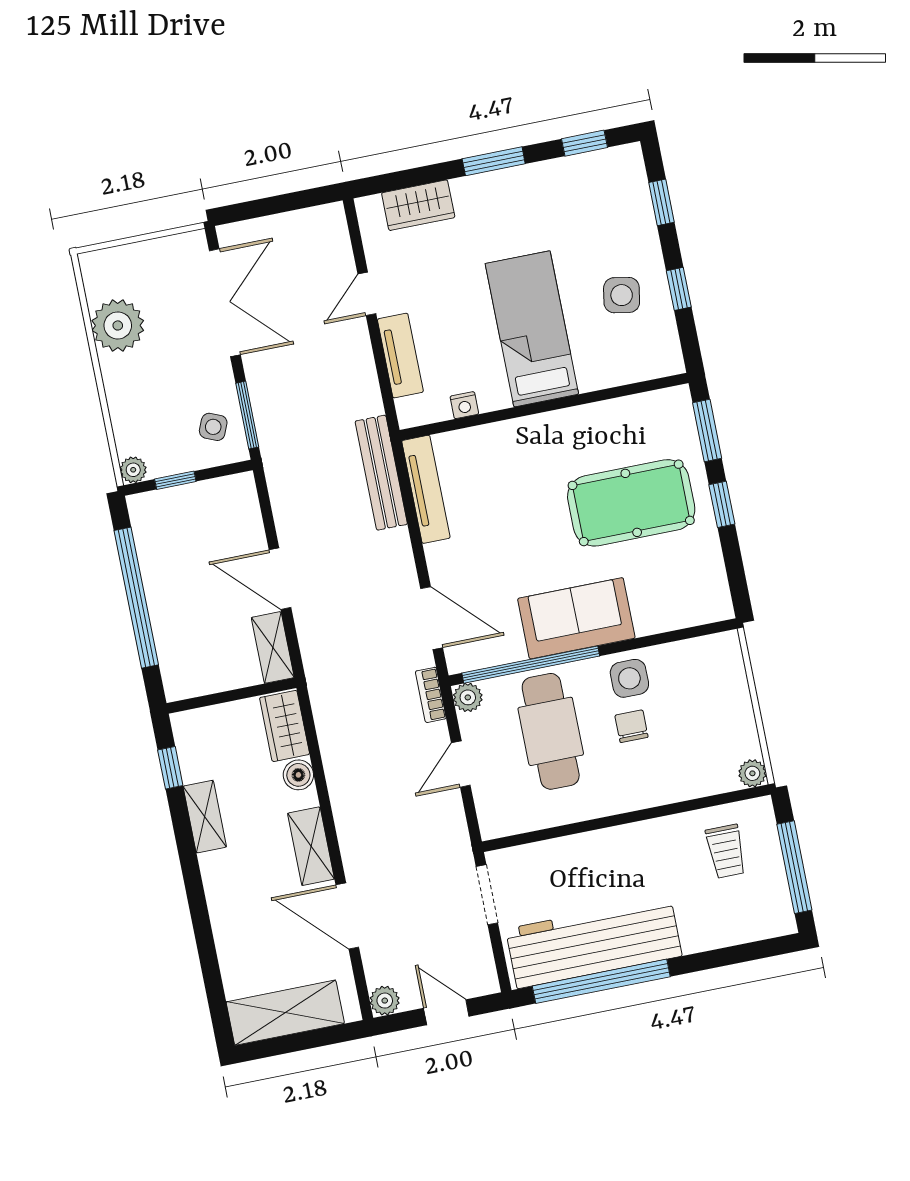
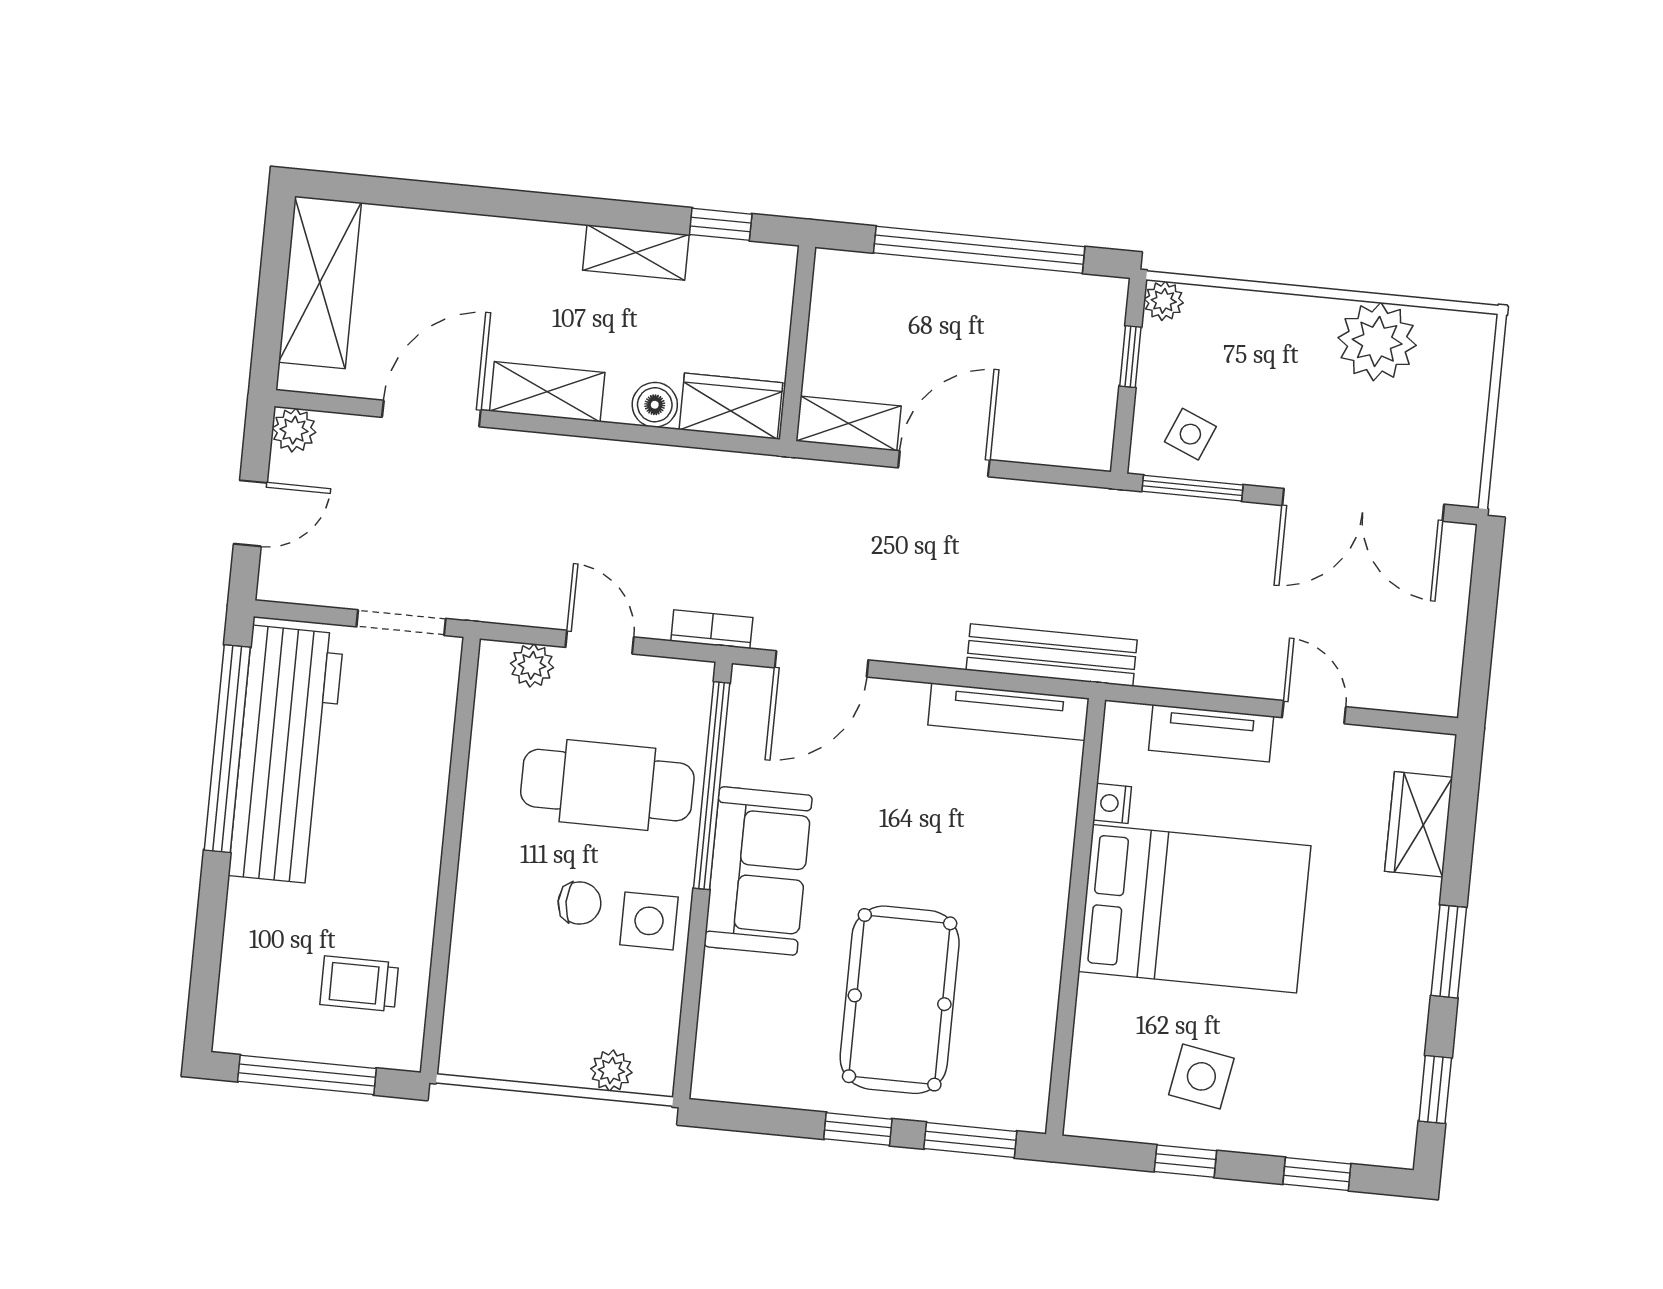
bed: (532, 329) -> (1194, 909), width x1.50
plant: (468, 697) -> (532, 665), moved
plant: (752, 773) -> (611, 1071), moved

